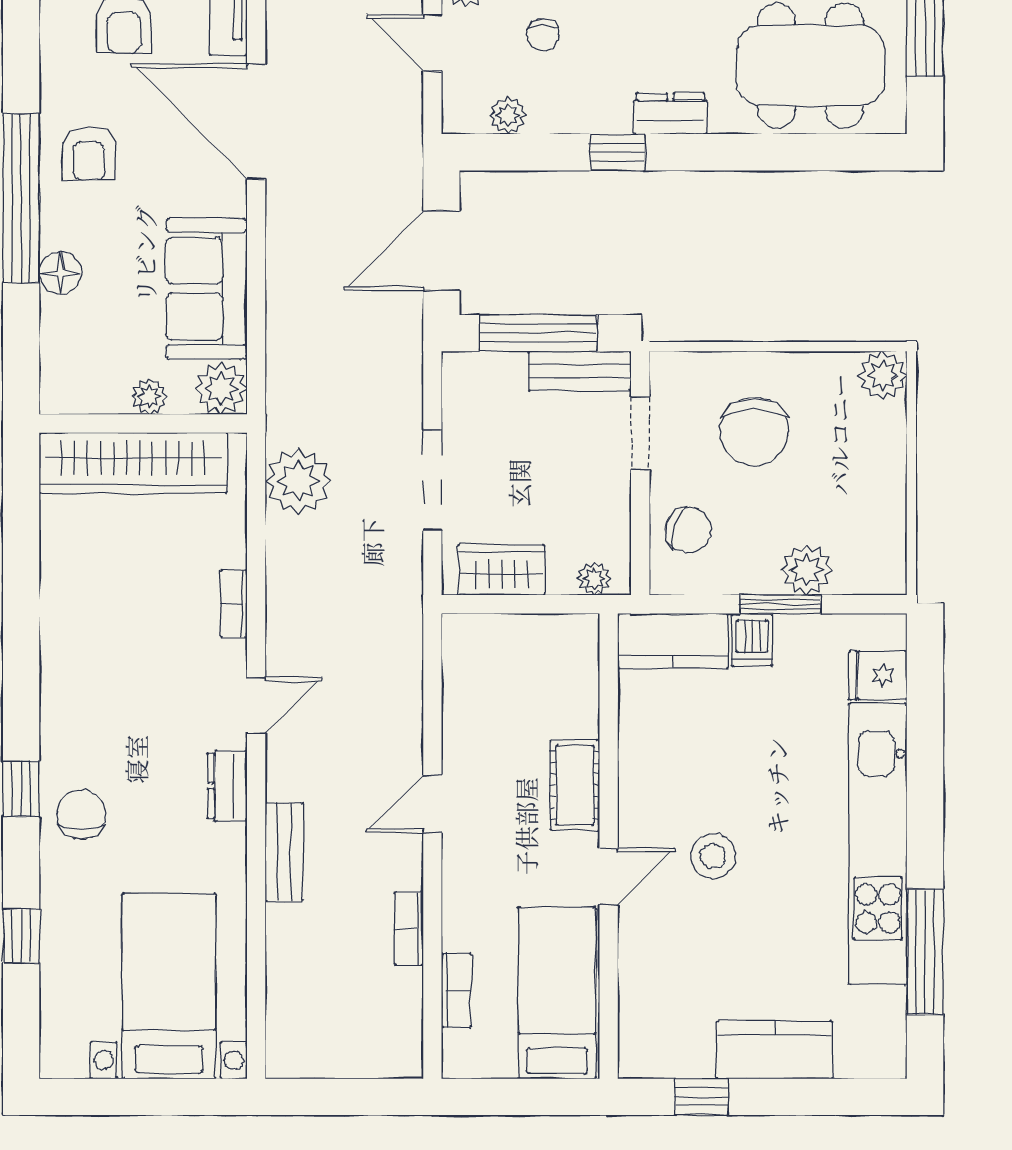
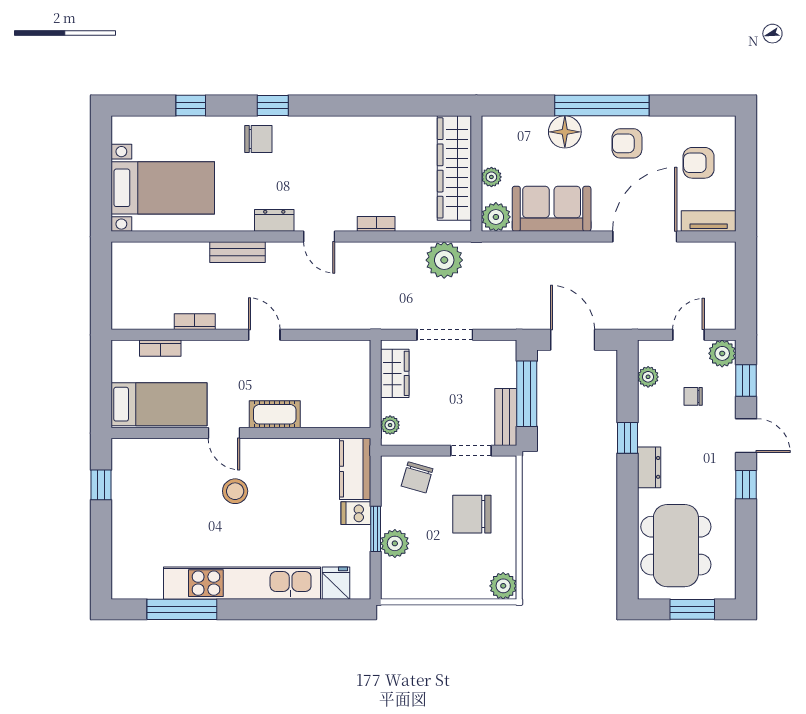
floor lamp: (60, 273) -> (565, 132), width x1.38, depth x1.38
kitchen counter: (775, 1050) -> (127, 526), removed

